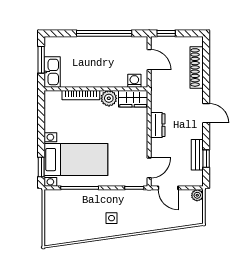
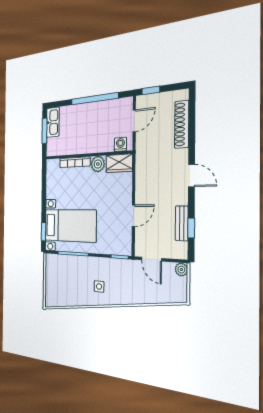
door: (149, 60) -> (134, 121), hinge flipped
kitchen sink: (52, 72) -> (53, 122), moved
dresser: (158, 125) -> (142, 190), removed
door: (149, 168) -> (133, 216), moved

